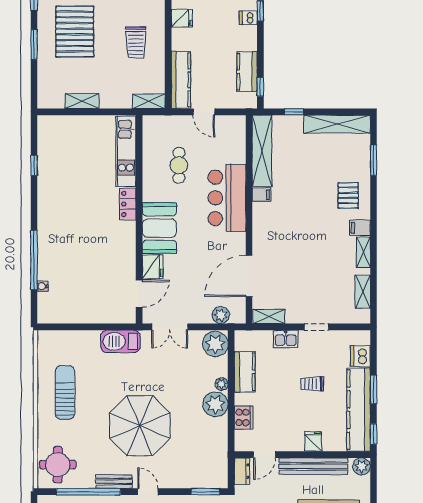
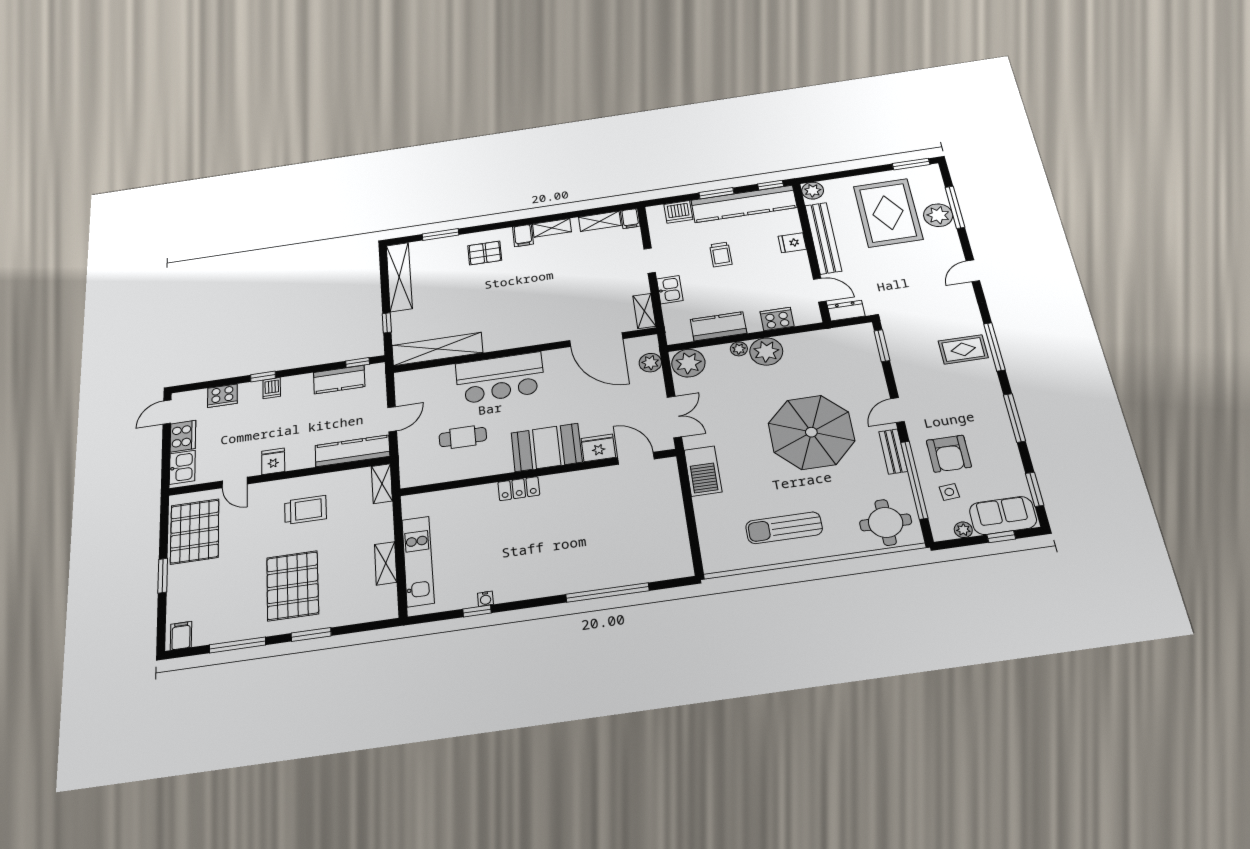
pallet: (75, 32) -> (293, 586), turned 90
kitchen unit: (126, 151) -> (418, 561), moved, turned -90
filing cabinet: (262, 195) -> (630, 218), moved, turned 180
water cooler: (43, 286) -> (485, 599), moved

